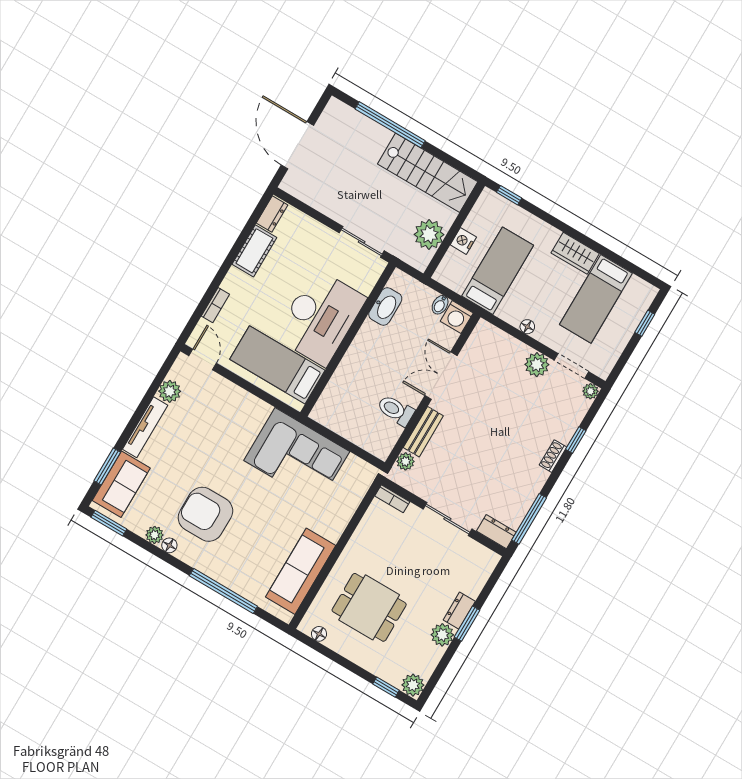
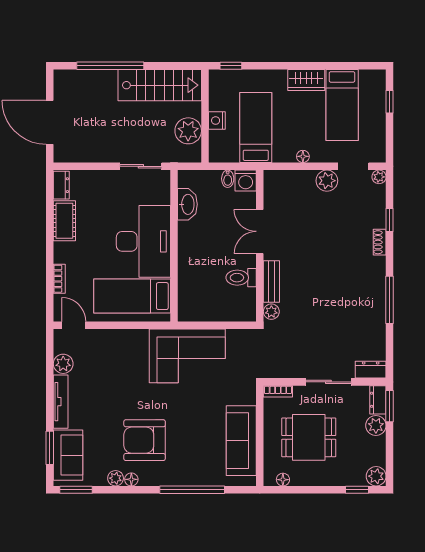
bookcase: (392, 499) -> (278, 391), moved
wall: (444, 517) -> (325, 382), moved
sliding door: (447, 519) -> (328, 382), moved
dresser: (496, 532) -> (371, 370), moved

